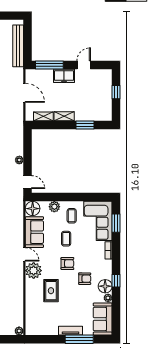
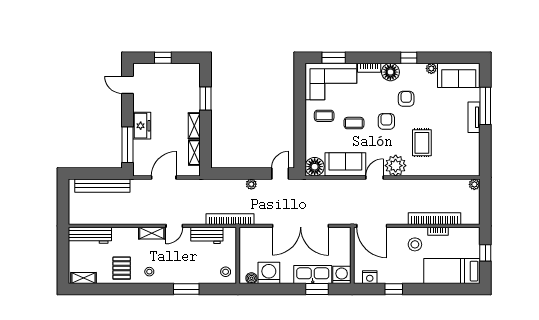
door: (84, 65) -> (128, 85), moved
plant: (54, 207) -> (312, 138), removed
floor lamp: (105, 286) -> (390, 72), moved
rug: (51, 291) -> (422, 143), turned 90

